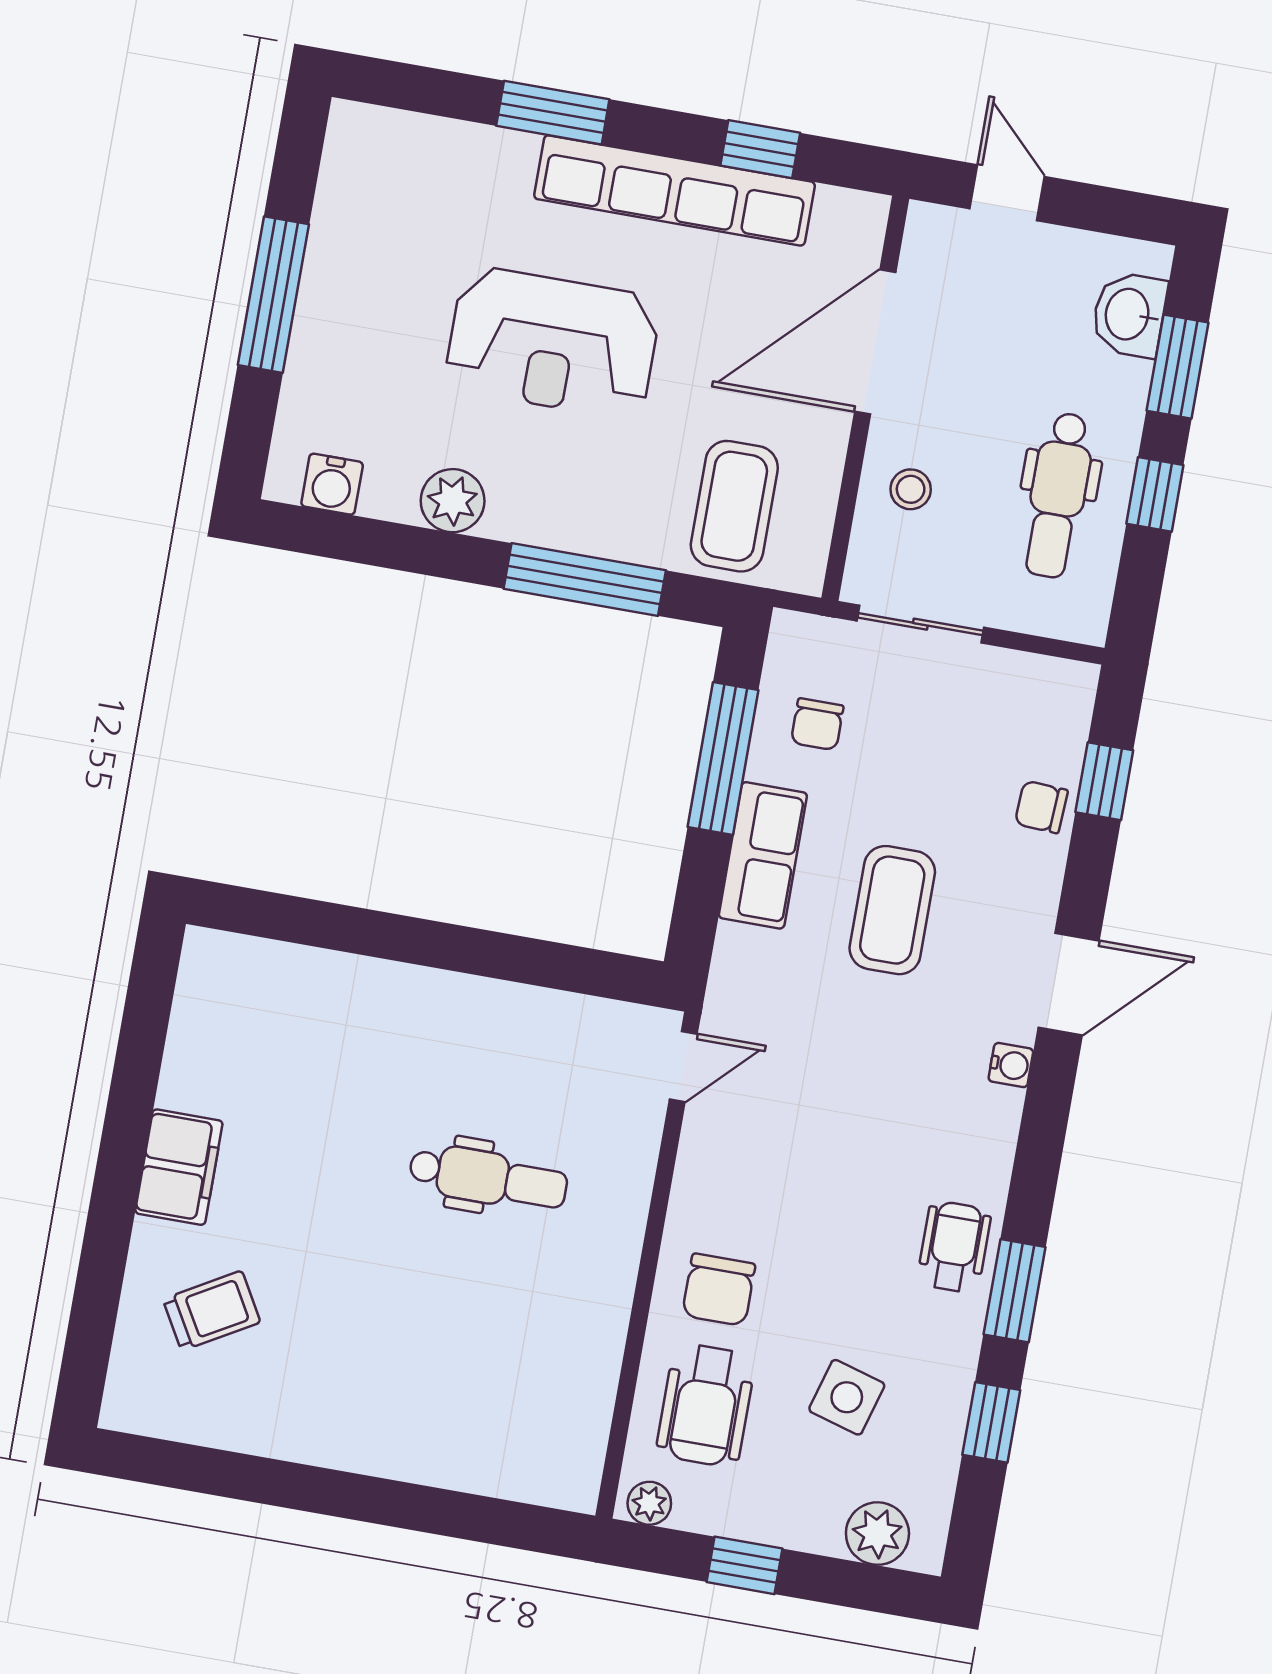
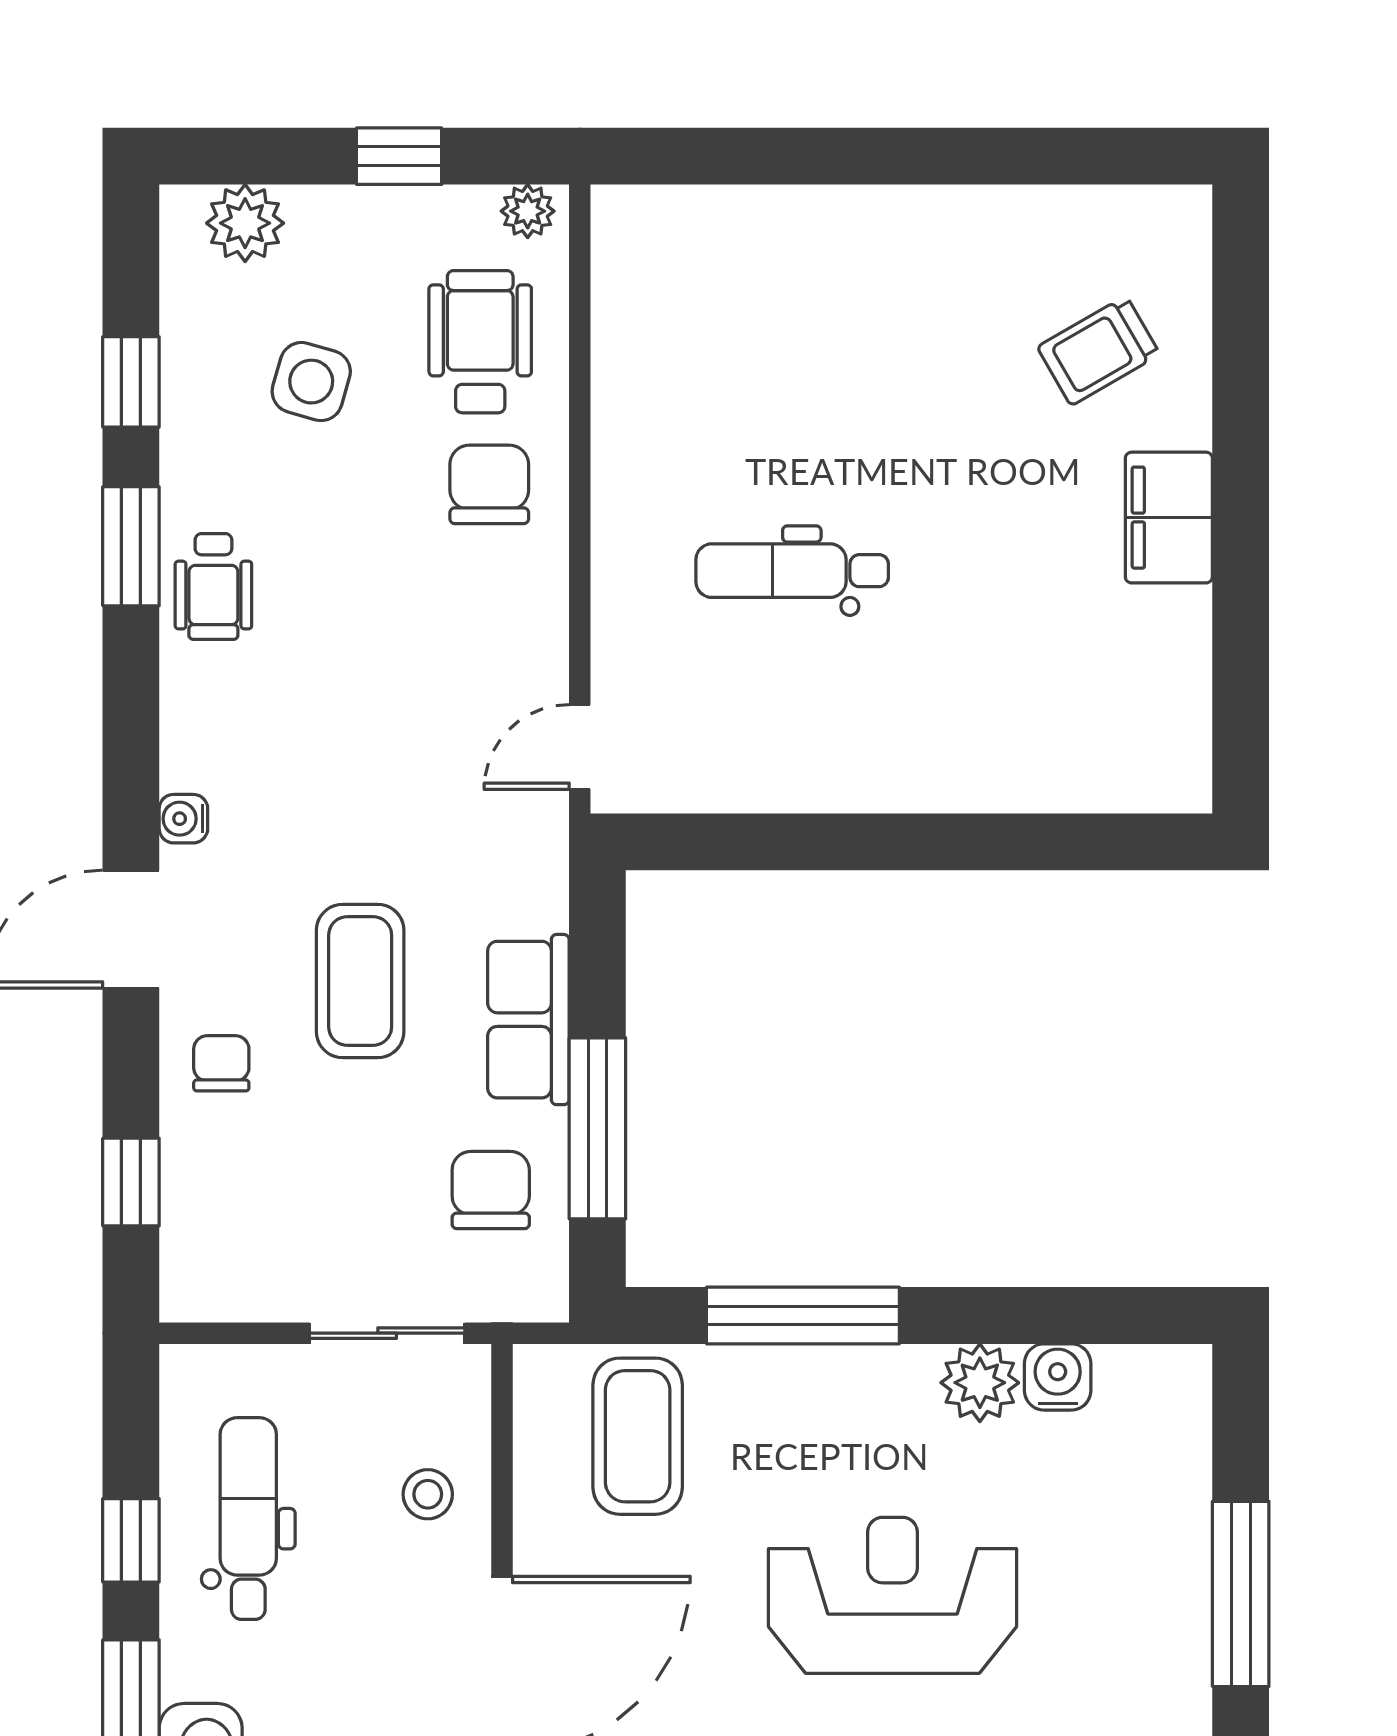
water cooler: (332, 484) -> (1058, 1377), moved
chair: (817, 724) -> (491, 1190), width x1.37, depth x1.37
chair: (1041, 807) -> (221, 1063), moved, turned -93

